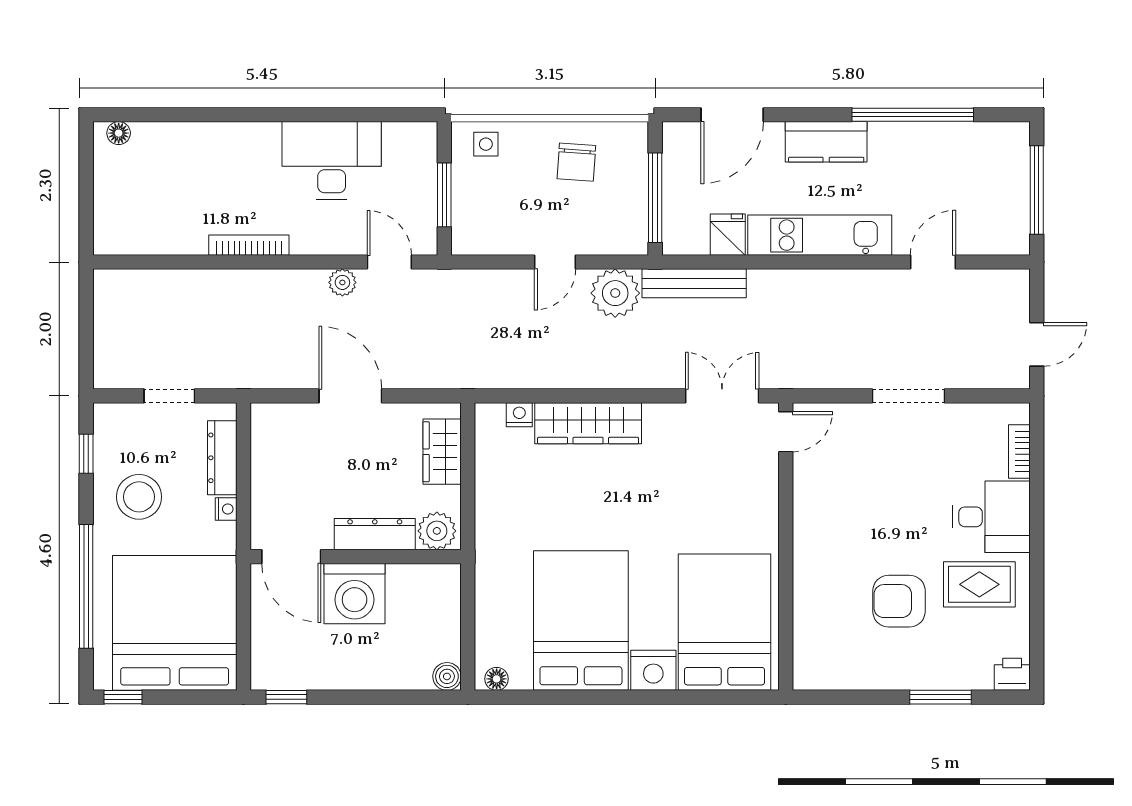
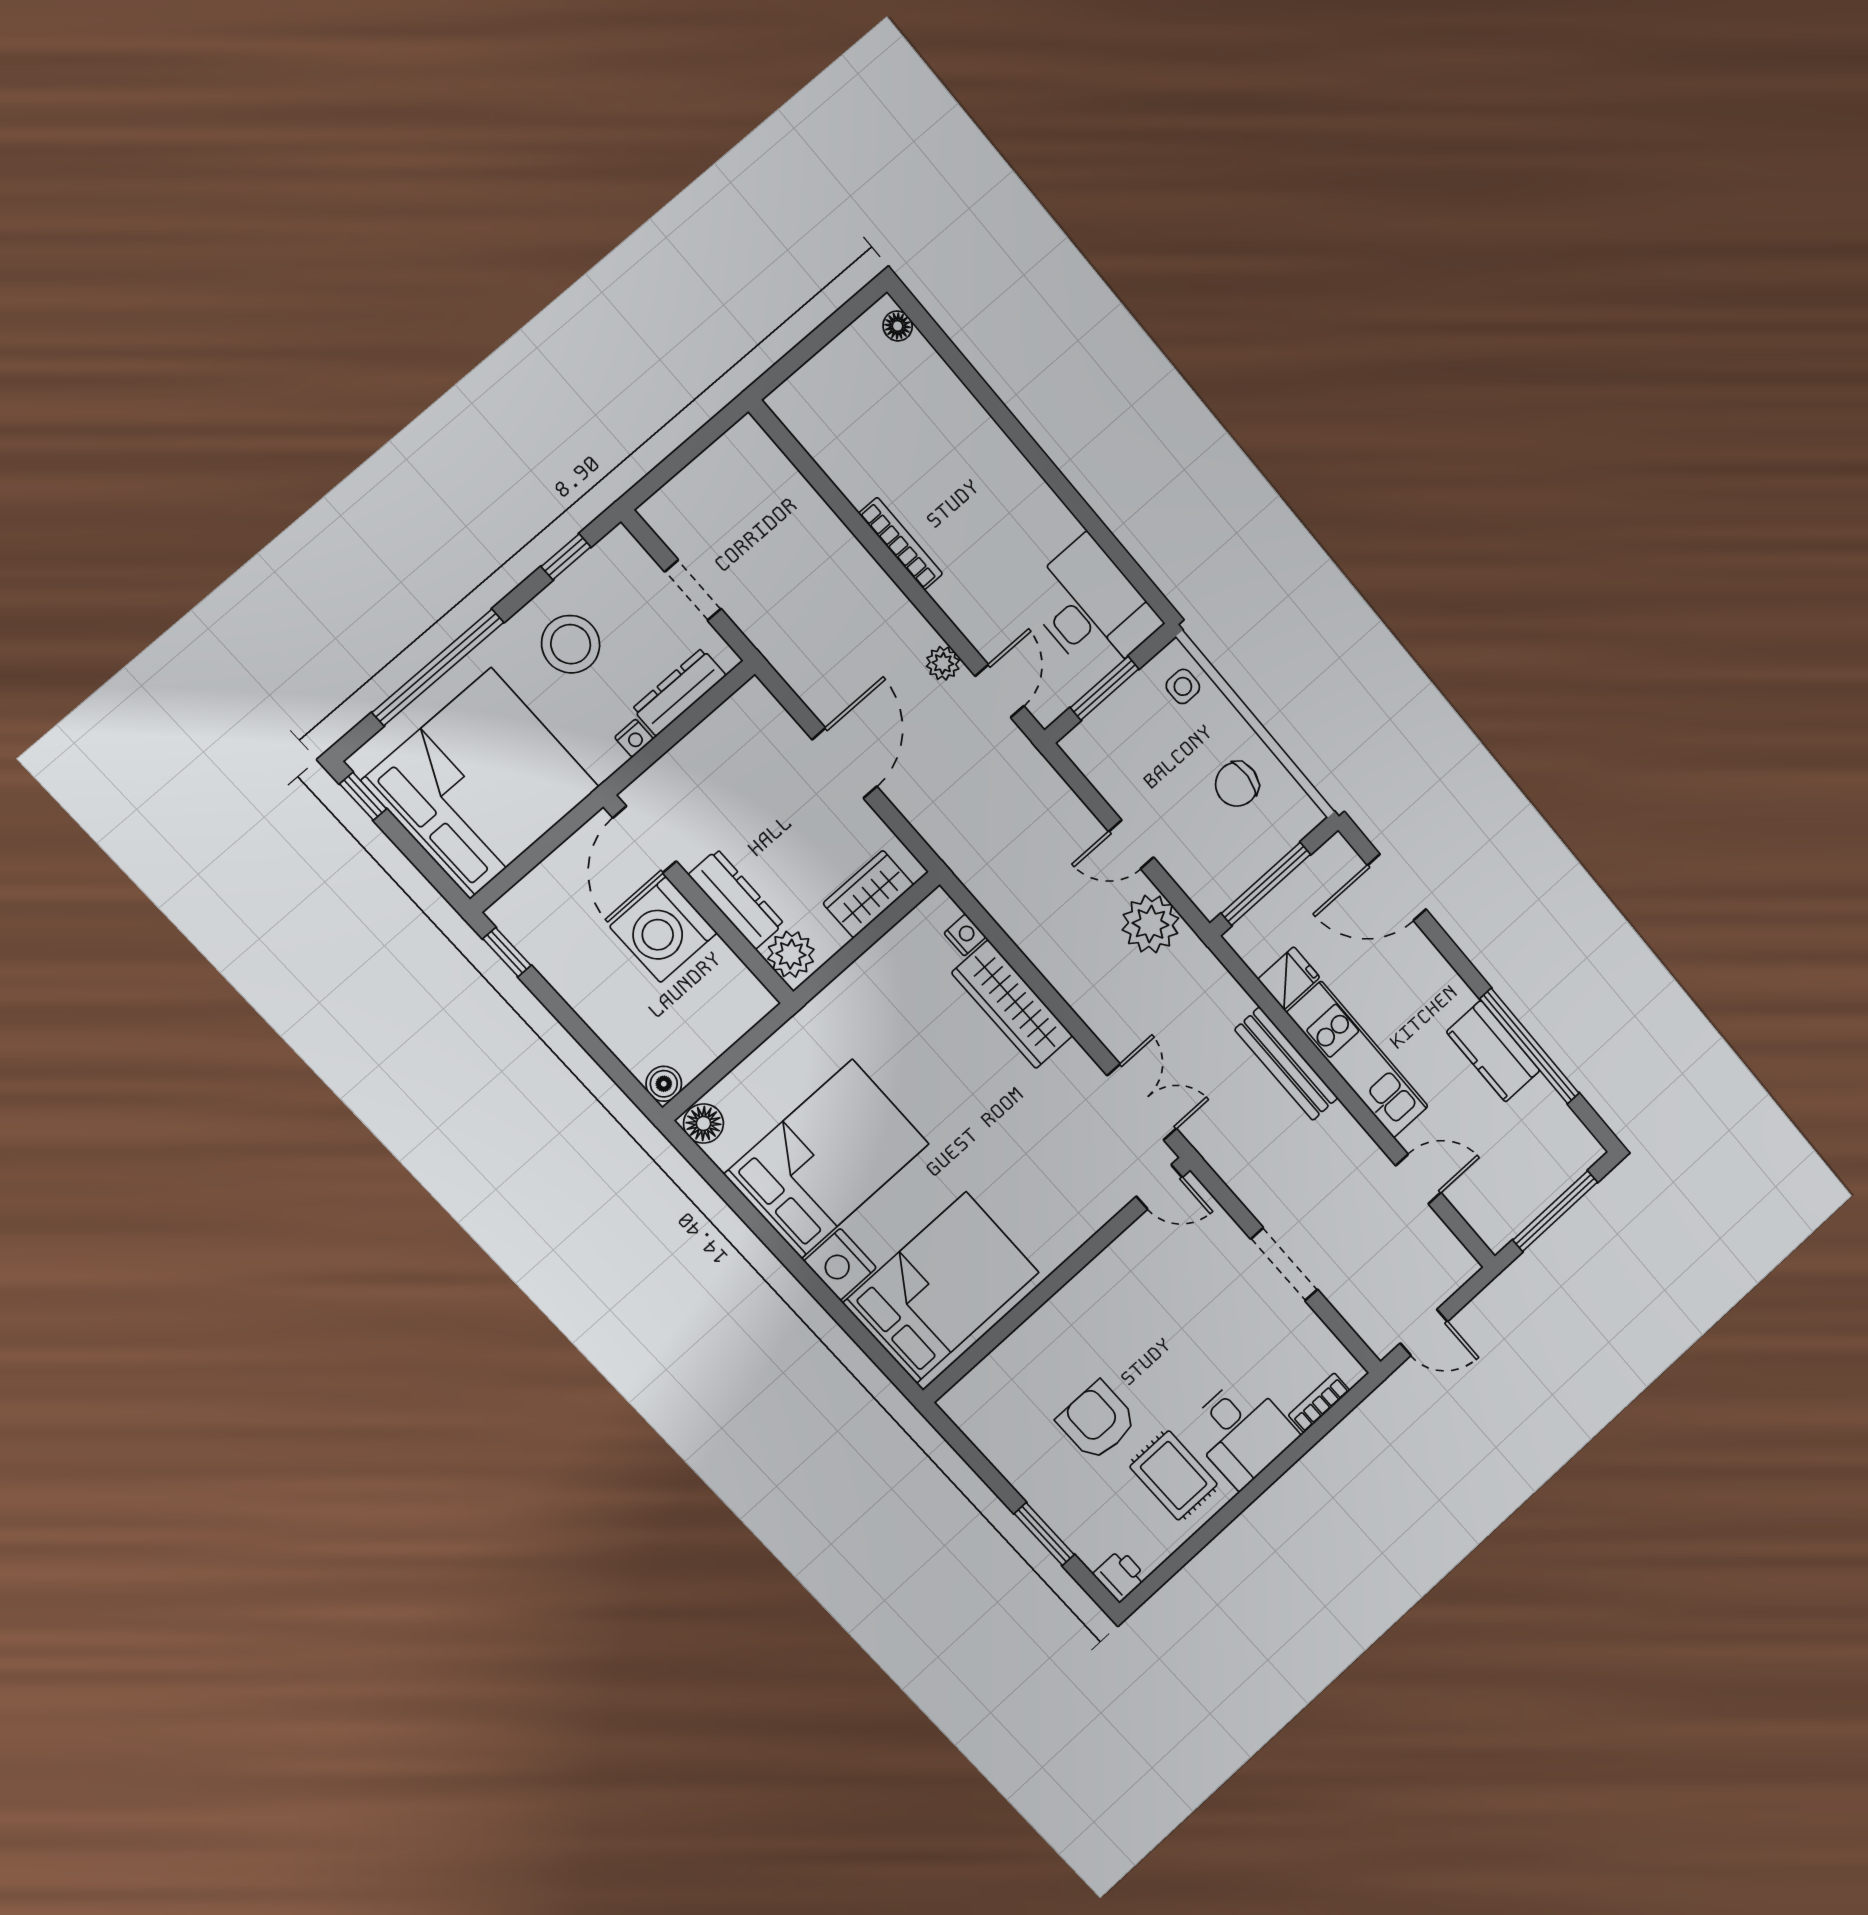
kitchen counter: (826, 142) -> (1493, 1051), moved
desk: (332, 160) -> (1091, 608), moved
bench: (694, 283) -> (1286, 1064), moved
floor lamp: (497, 679) -> (703, 1123), width x1.37, depth x1.37

